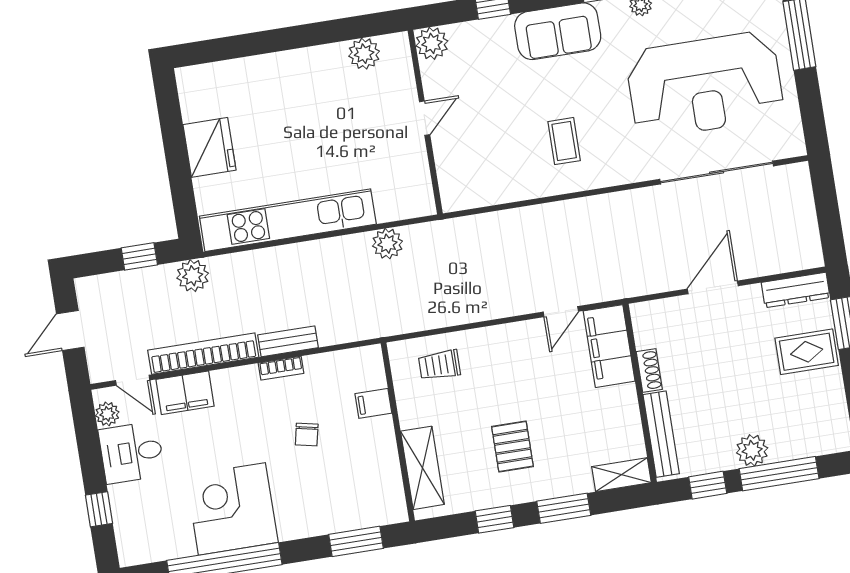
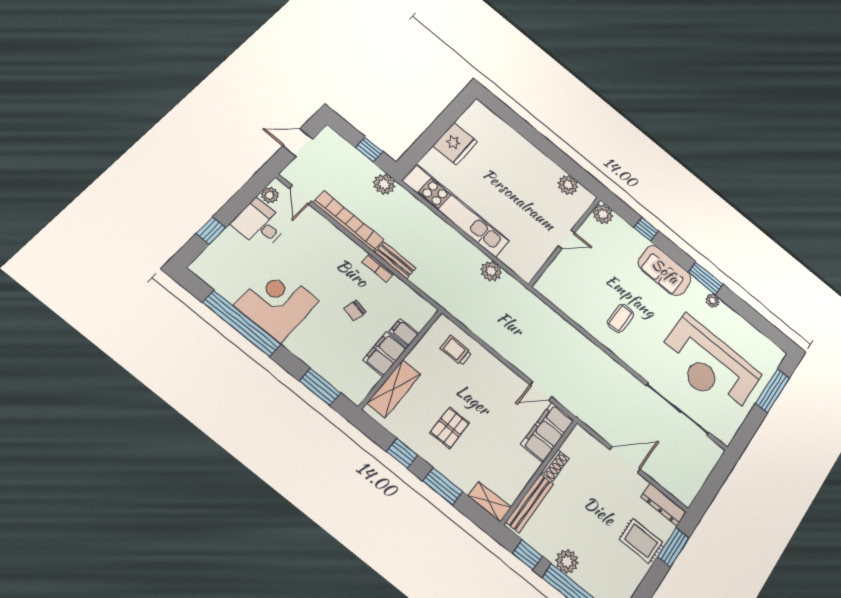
filing cabinet: (185, 393) -> (385, 354), moved, turned 90

